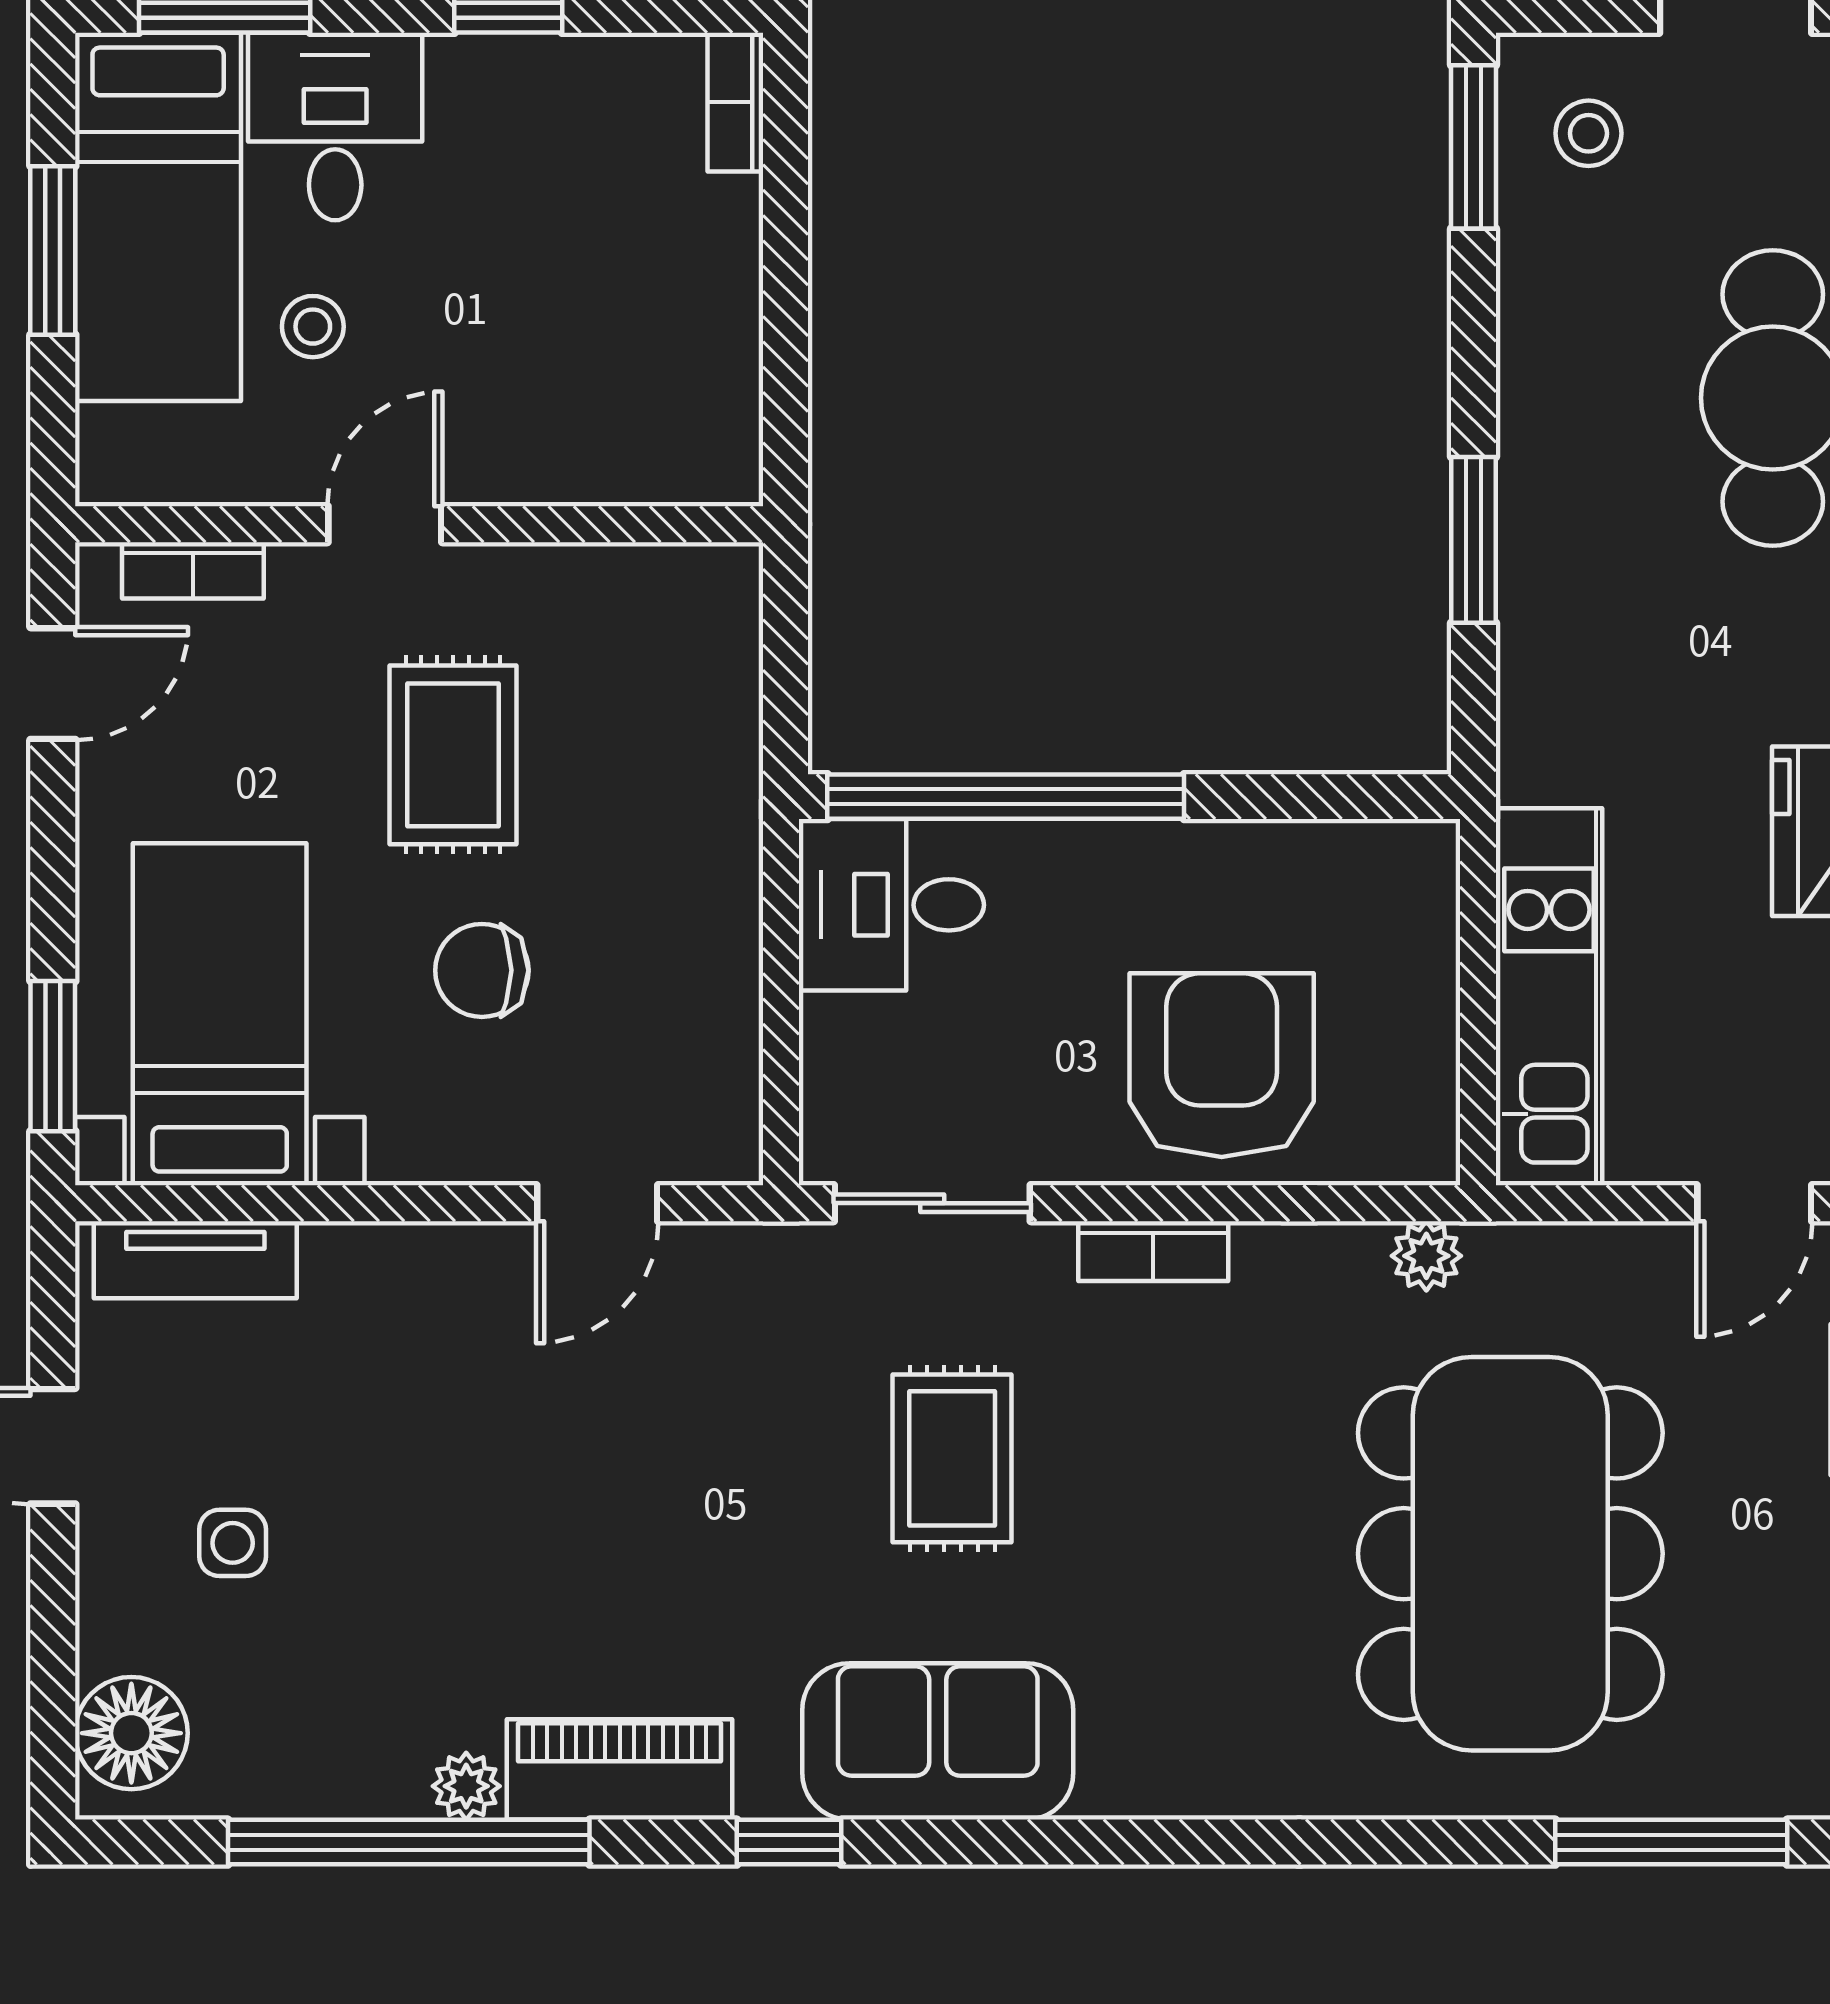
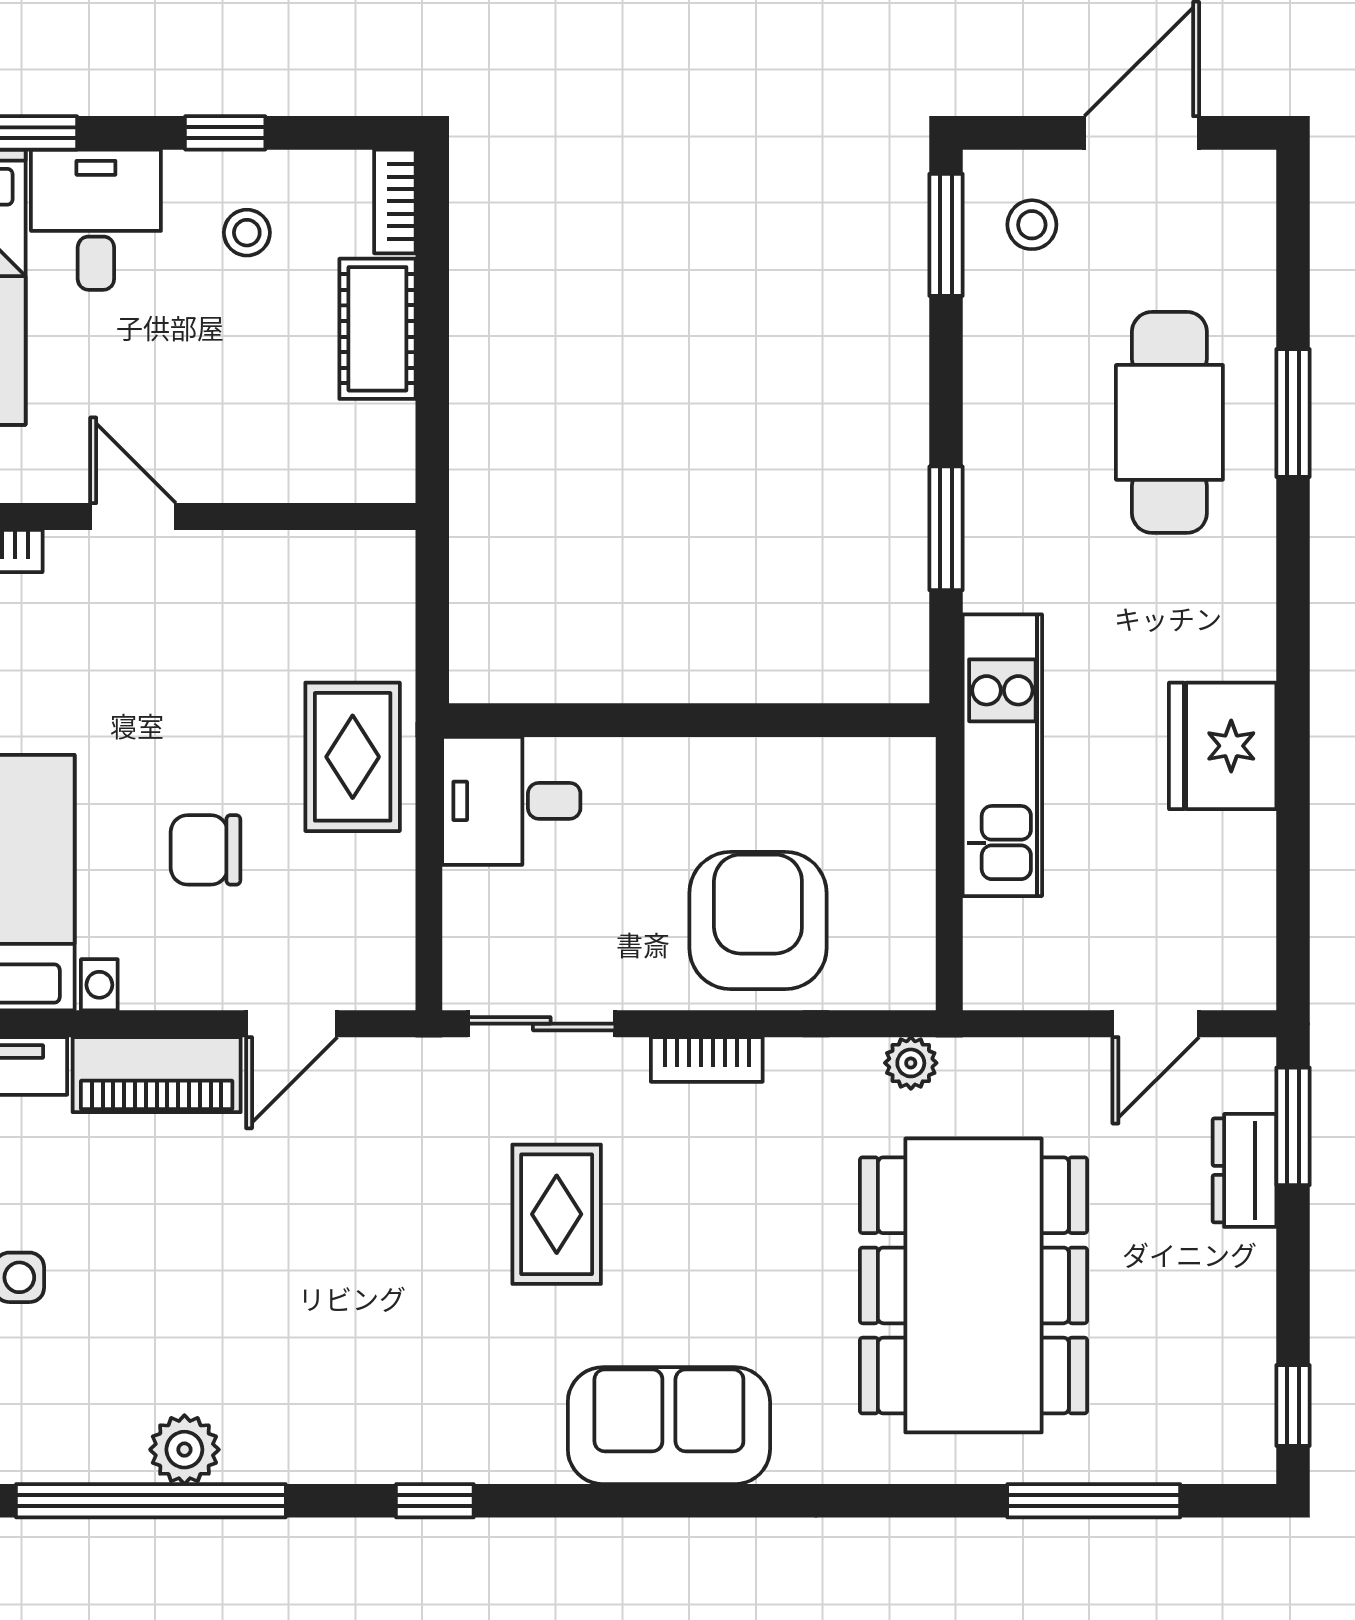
cot: (712, 273) -> (377, 329), added
stool: (313, 327) -> (247, 233), moved
door: (385, 524) -> (133, 517), hinge flipped
rug: (453, 755) -> (353, 757), moved
window: (1006, 797) -> (597, 720), removed
kitchen unit: (1549, 997) -> (1002, 755), moved
sofa: (938, 1741) -> (669, 1426), moved
piano: (620, 1769) -> (157, 1075), moved, turned 180
plant: (466, 1786) -> (184, 1450), width x1.38, depth x1.38

